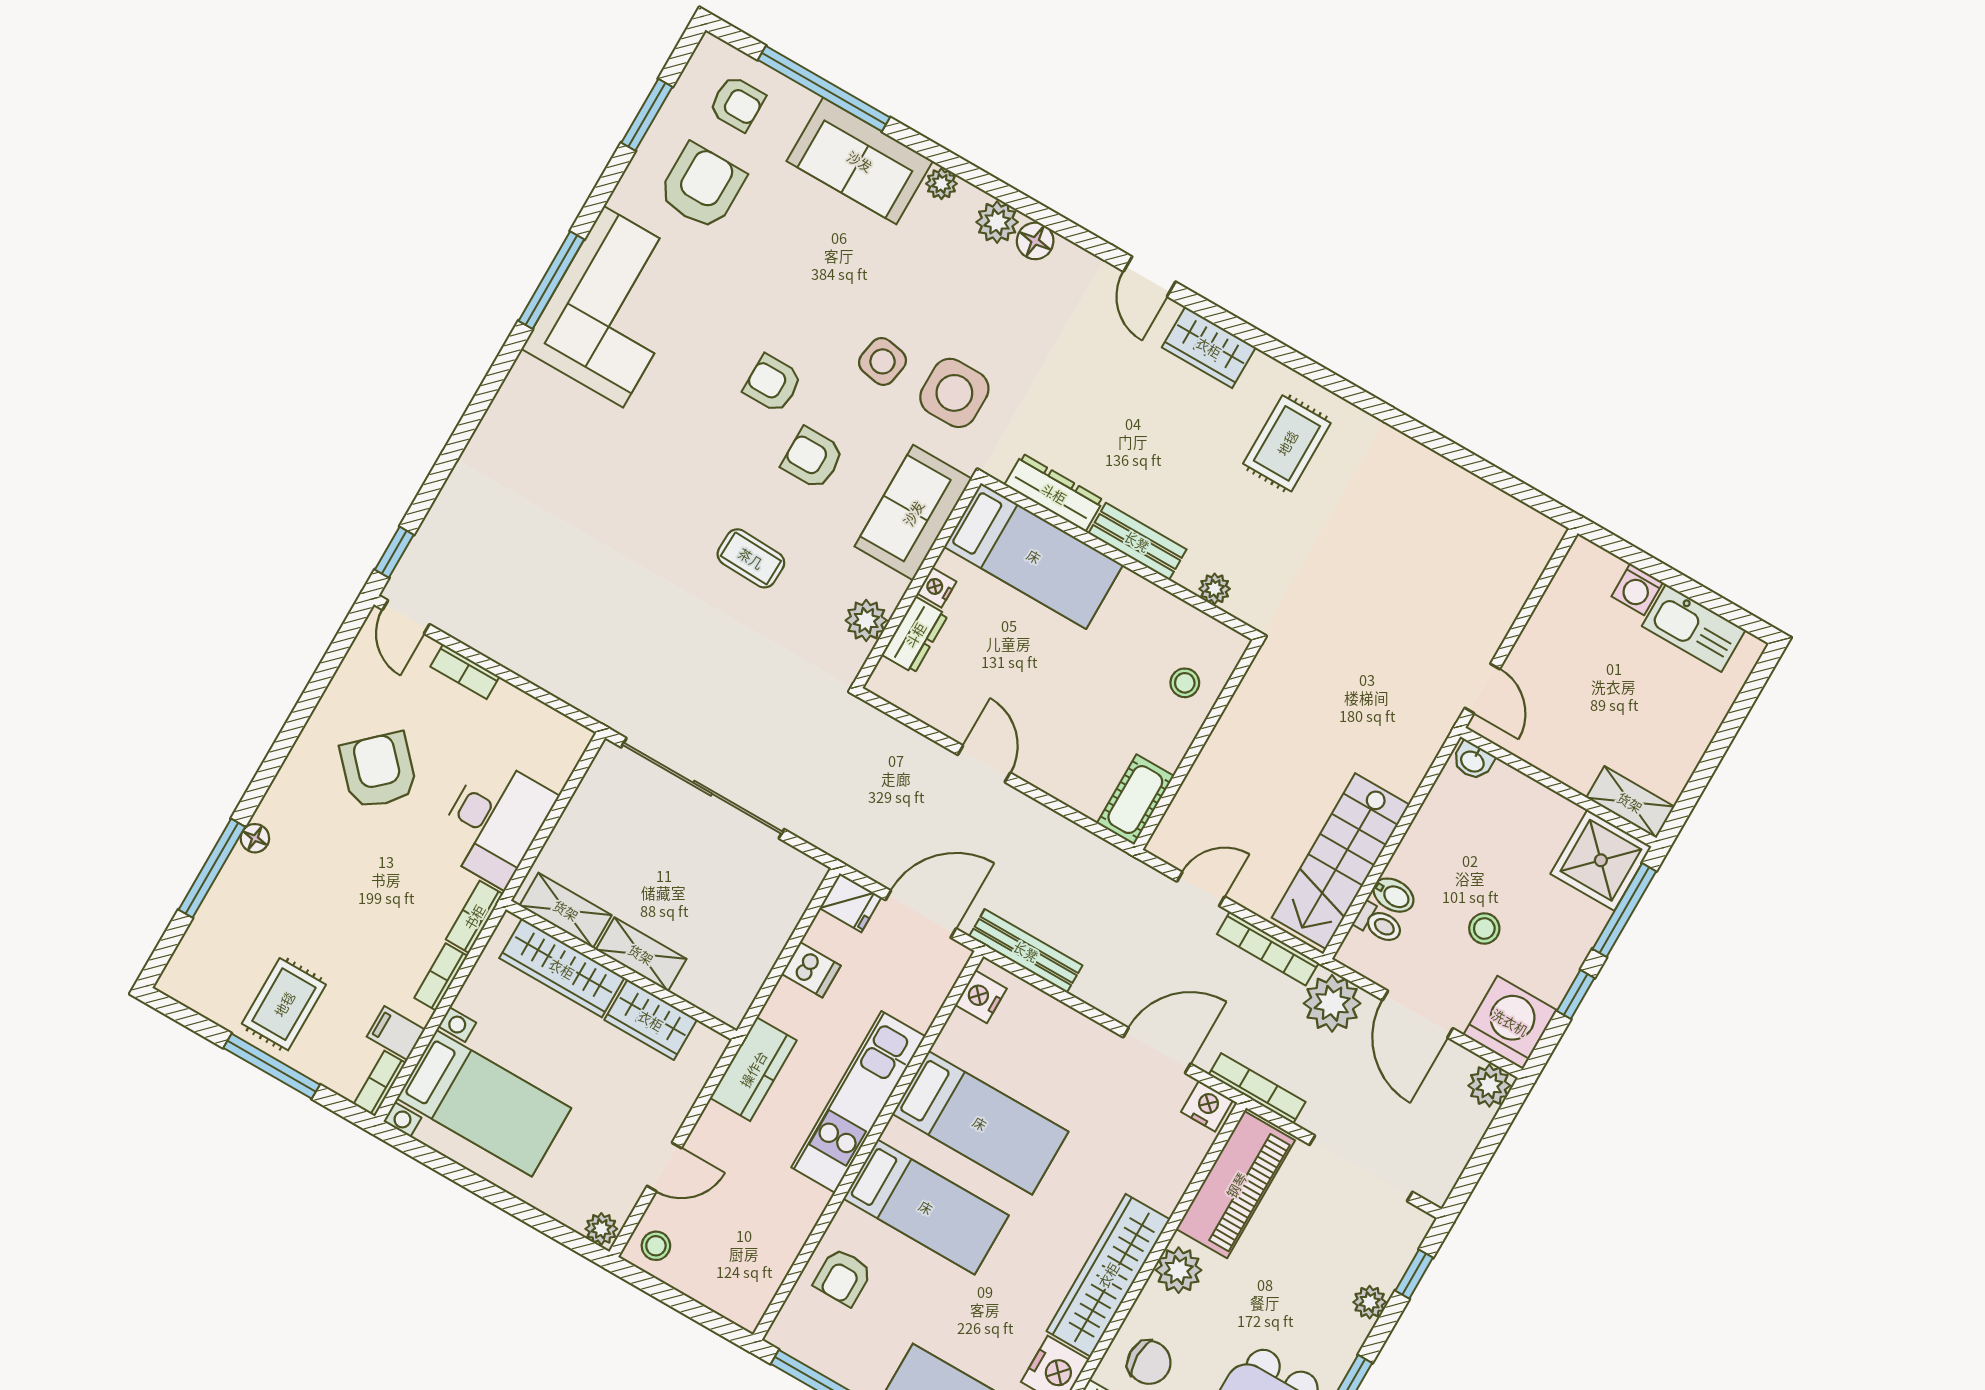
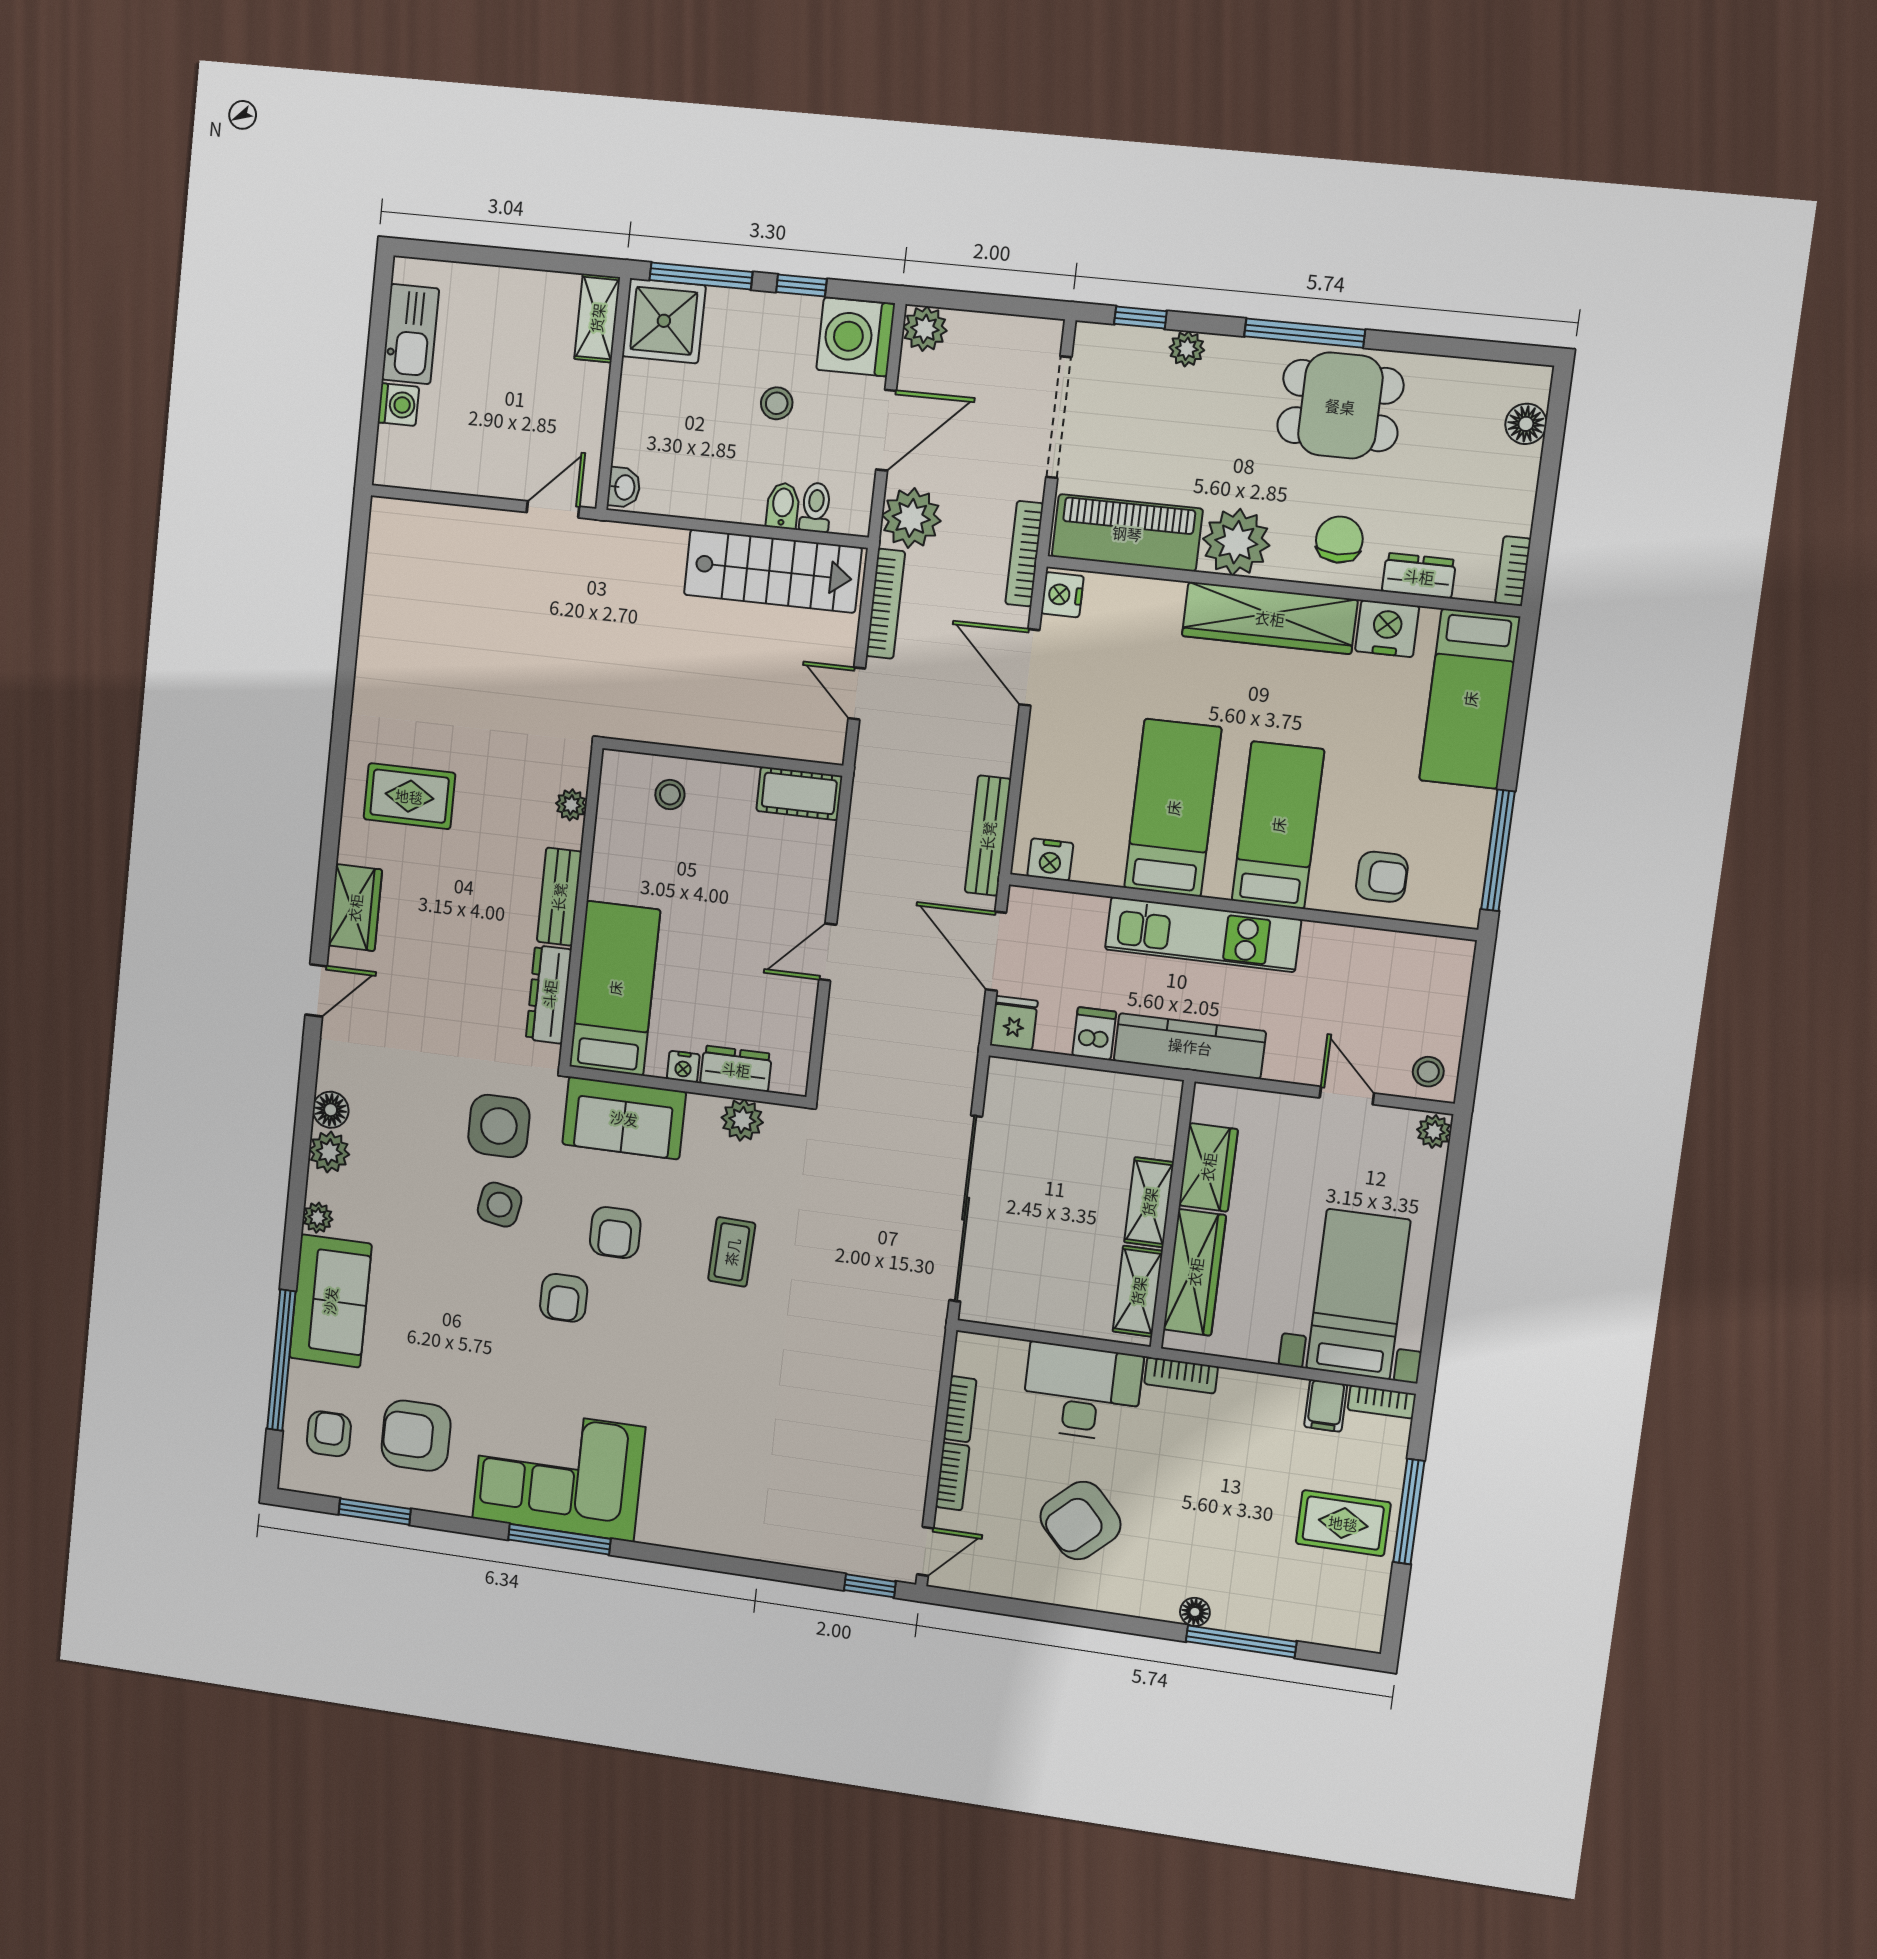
bookcase: (441, 977) -> (960, 1409), moved, turned -90
kitchen counter: (753, 1069) -> (1190, 1046), width x1.50
plant: (1179, 1270) -> (1236, 542), width x1.36, depth x1.36

